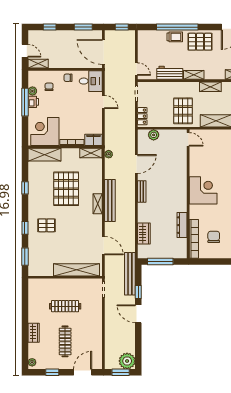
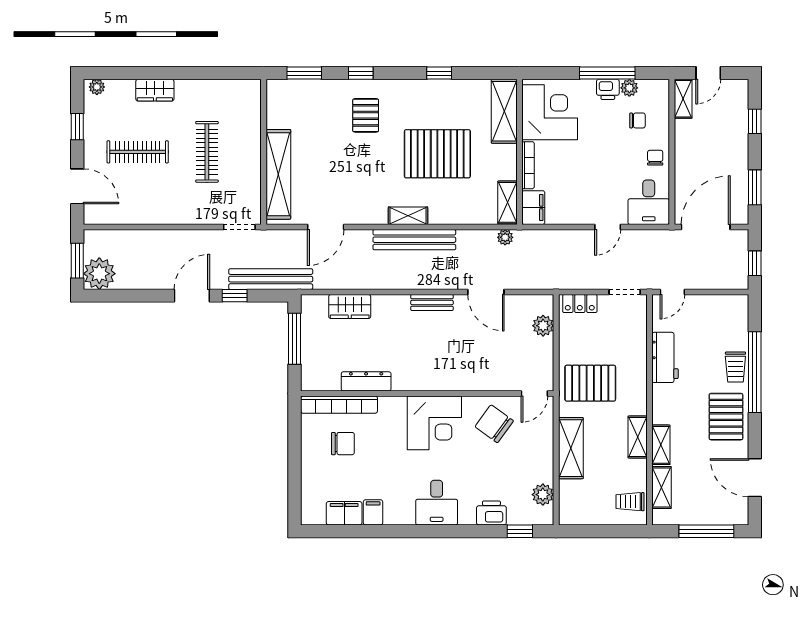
shelving: (194, 75) -> (661, 445), moved
chair: (204, 160) -> (494, 424), added

